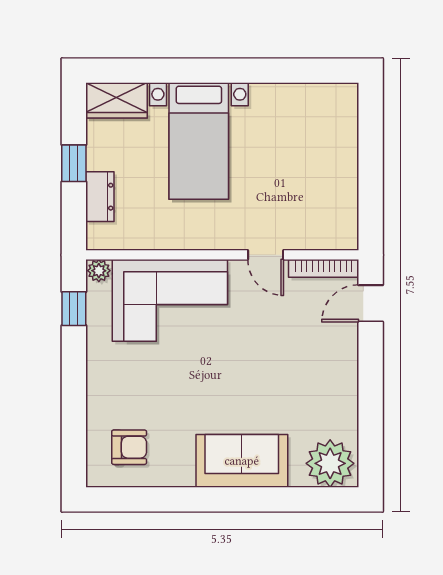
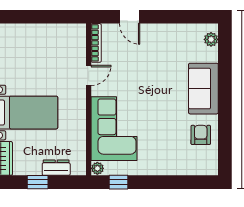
door: (371, 303) -> (130, 17), moved
armchair: (129, 447) -> (201, 135), moved
plant: (330, 463) -> (211, 39), width x0.53, depth x0.53

